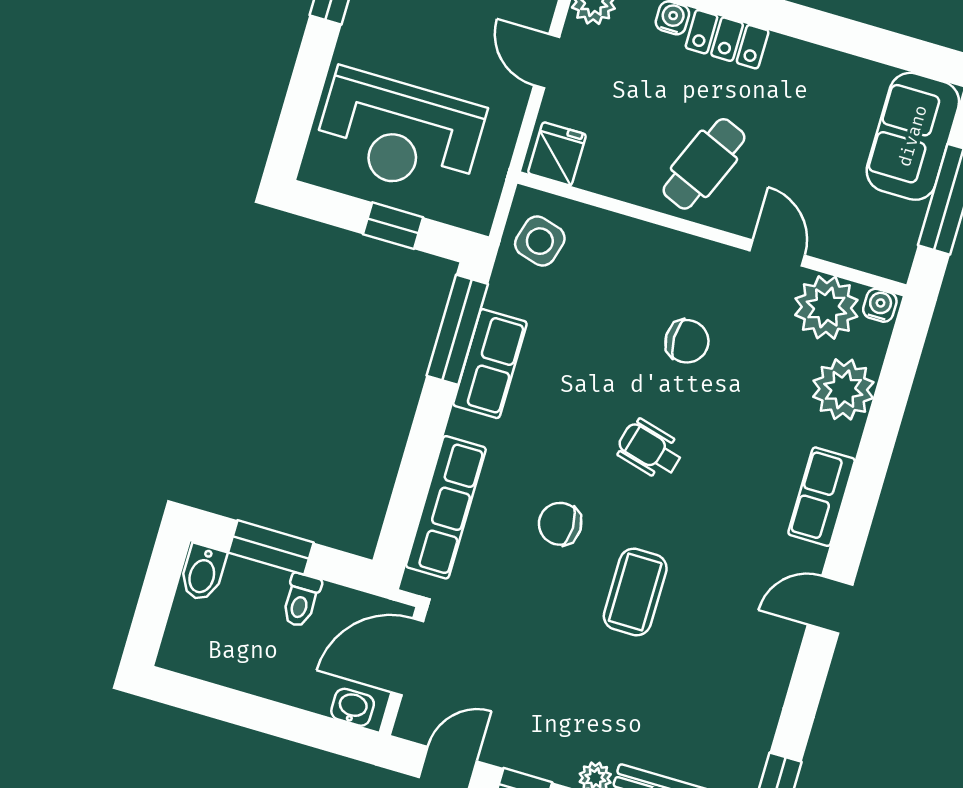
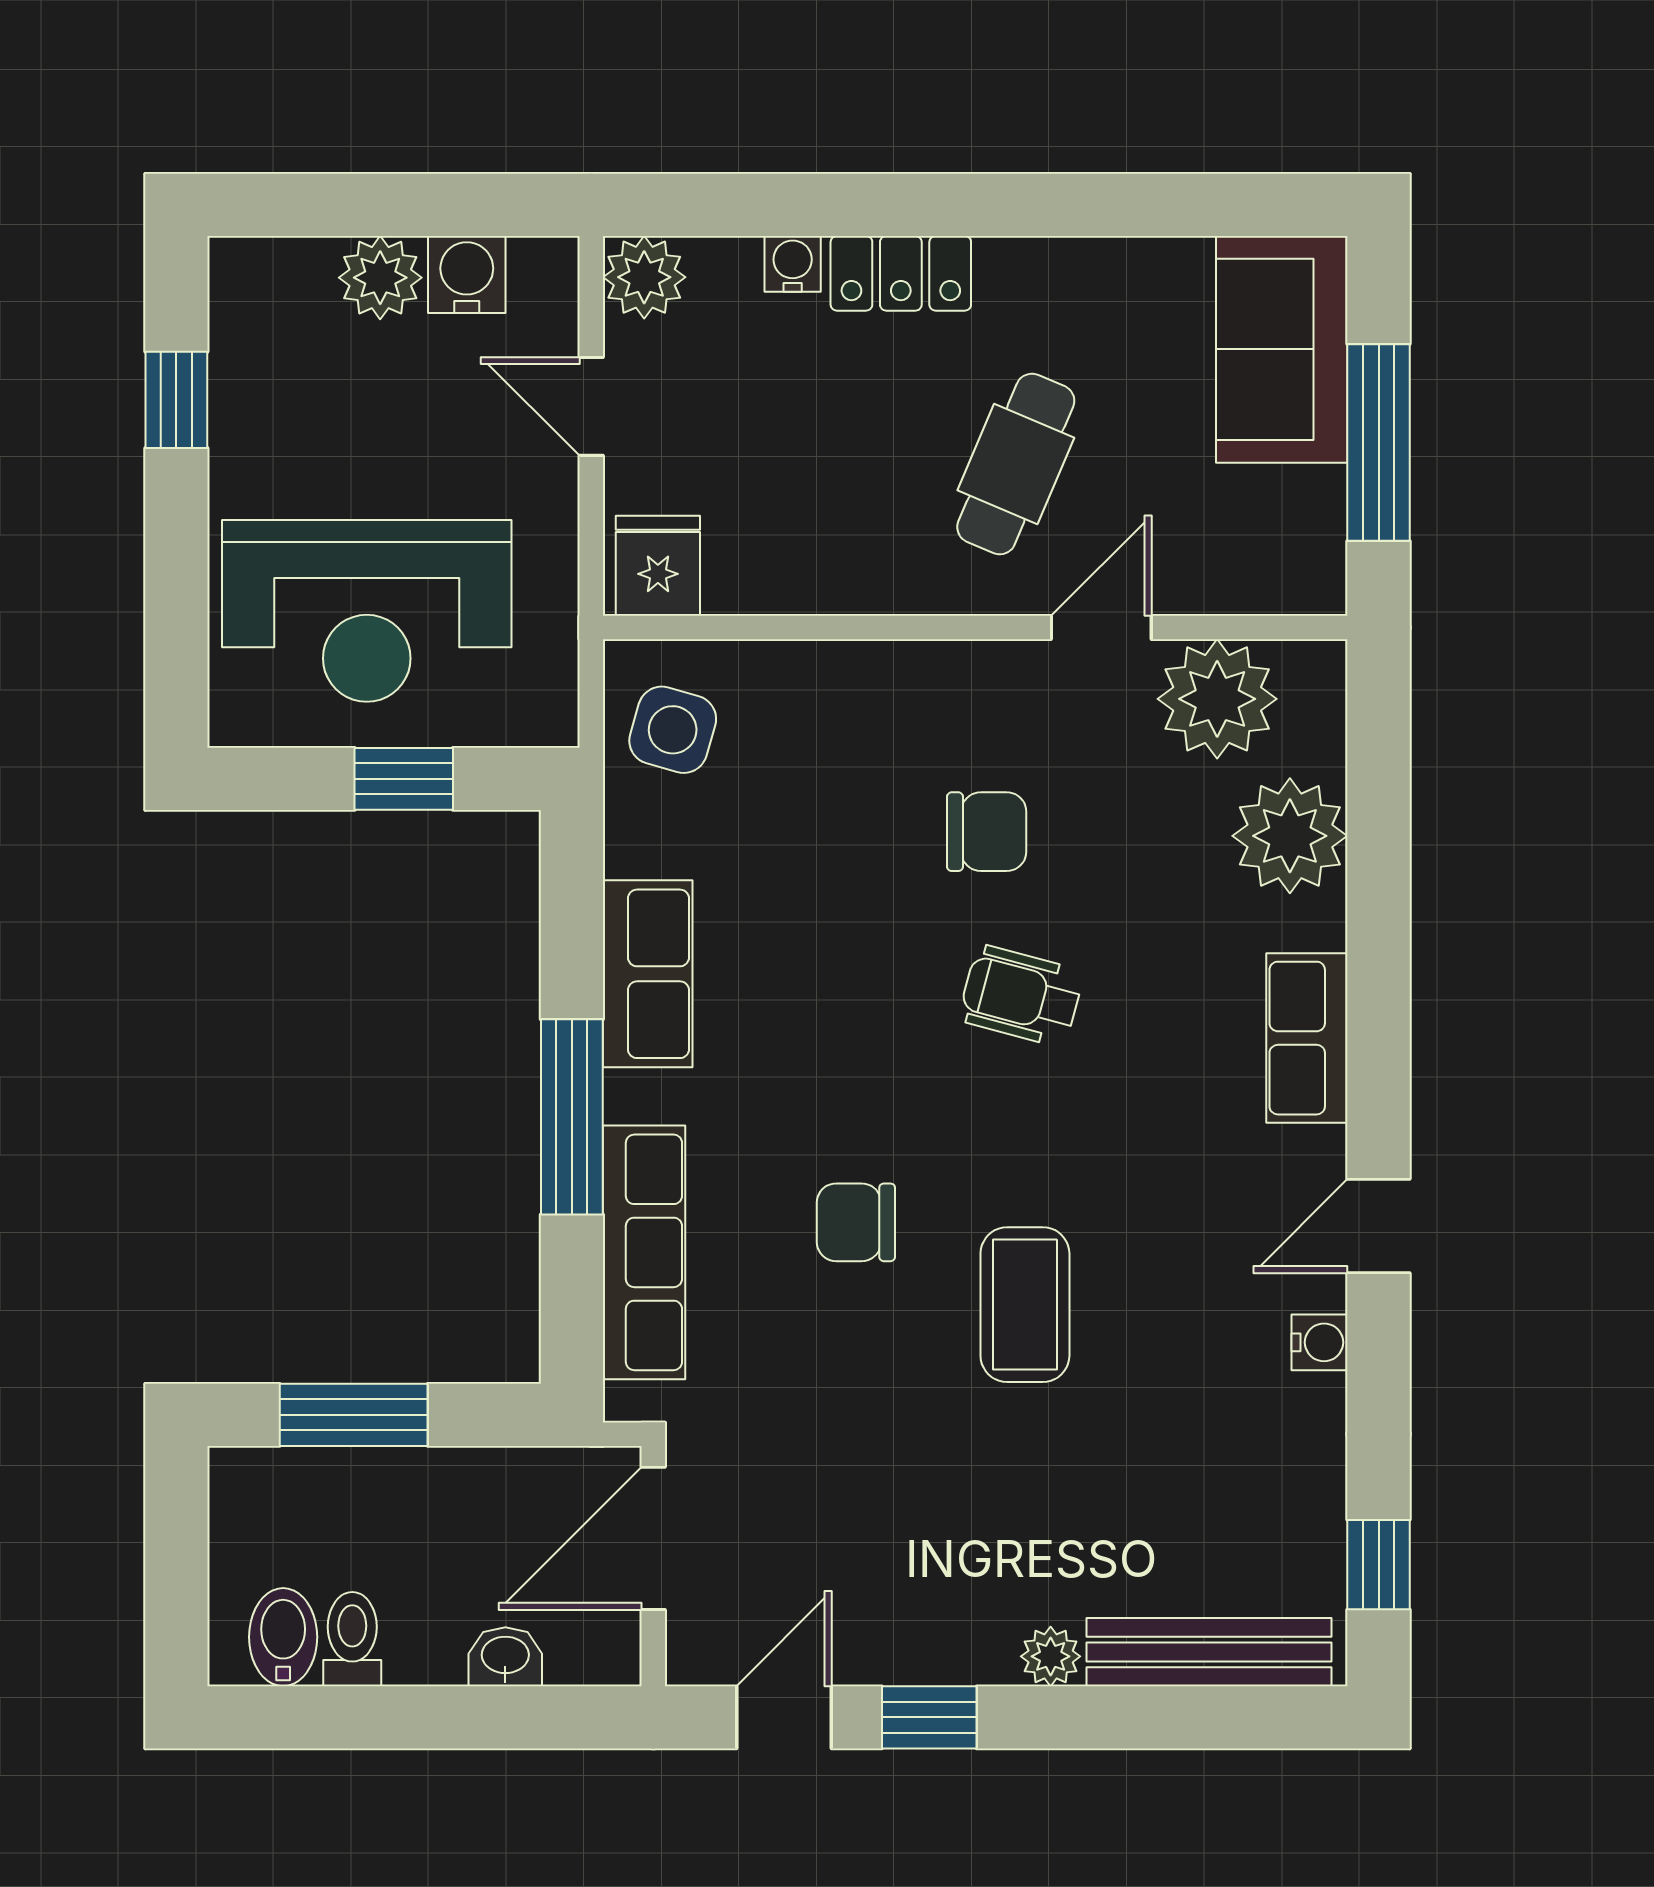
cafe table: (704, 164) -> (1016, 464), moved
door: (777, 253) -> (1101, 628), hinge flipped
water cooler: (880, 305) -> (1320, 1342), moved, turned 90
window: (457, 330) -> (572, 1117), moved
wheelchair: (650, 449) -> (1021, 996), moved
bidet: (203, 573) -> (283, 1637), moved, turned 180
toilet: (301, 600) -> (352, 1639), moved, turned 180
washbasin: (353, 707) -> (505, 1657), moved

